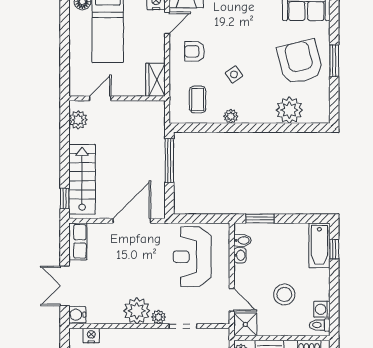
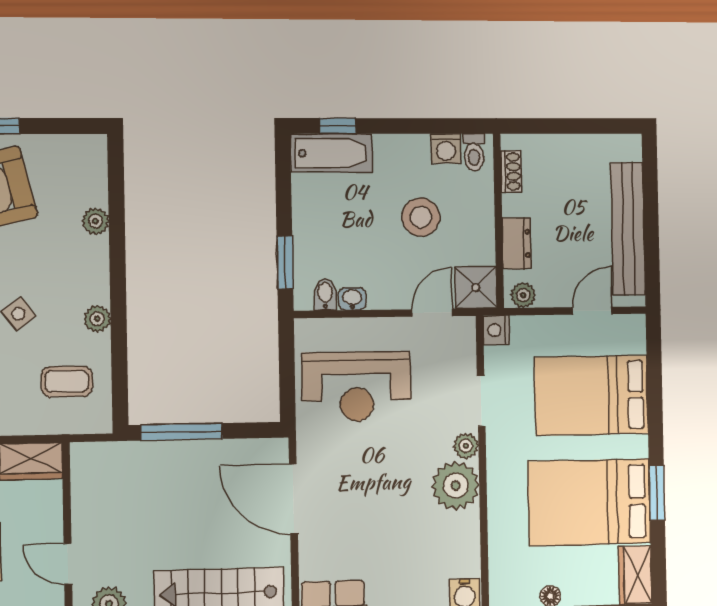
plant: (289, 110) -> (96, 221), width x0.53, depth x0.53
nightstand: (91, 336) -> (496, 330), moved

